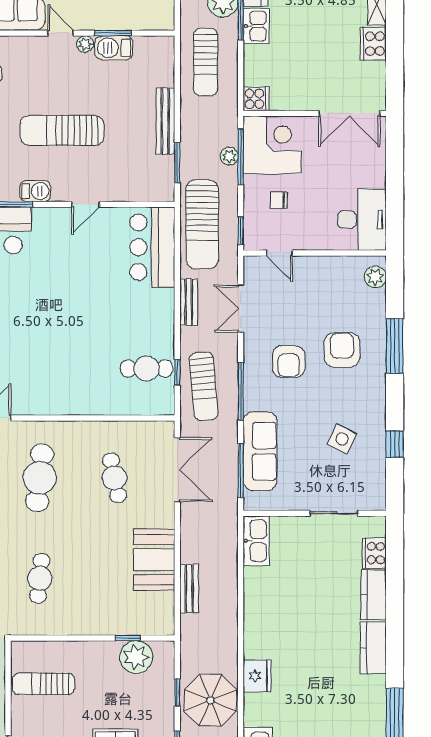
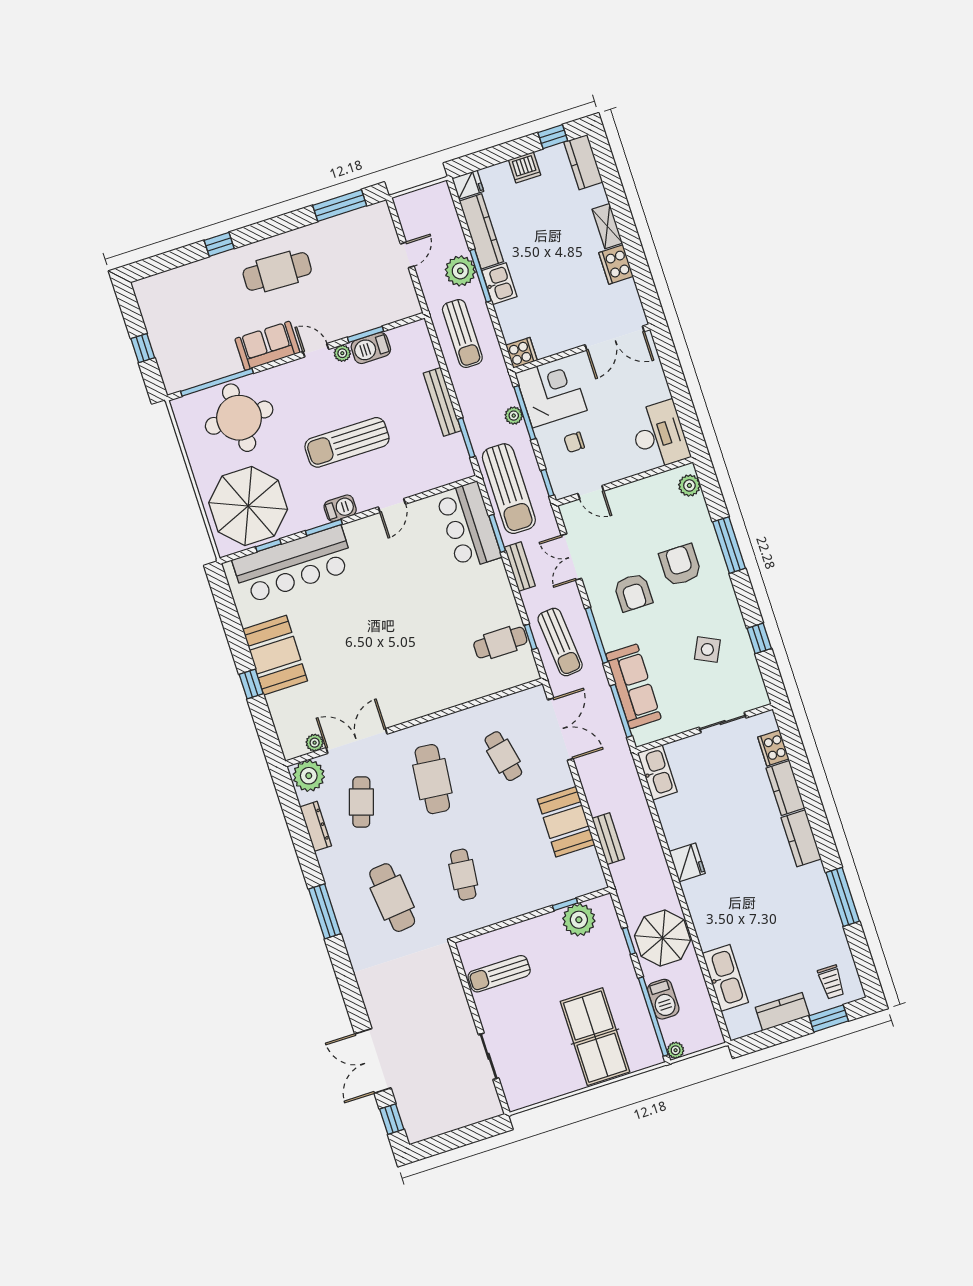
window: (177, 263) -> (497, 533), added
fridge: (257, 676) -> (687, 862), moved

